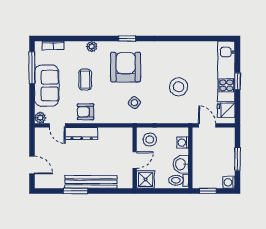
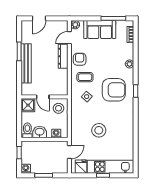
coffee table: (85, 80) -> (85, 77), moved

